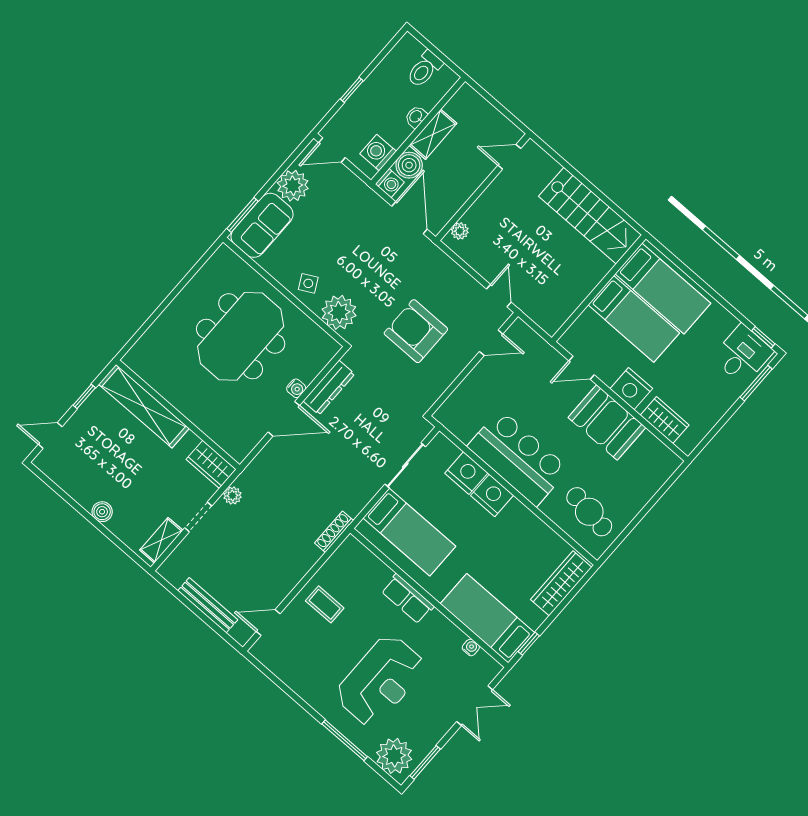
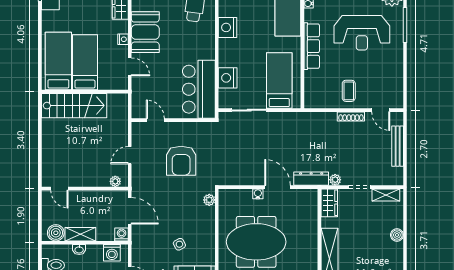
boiler: (409, 165) -> (56, 233), moved
stairs: (590, 216) -> (74, 106), moved, turned 90
door: (410, 218) -> (130, 211), swing flipped
side table: (308, 283) -> (179, 244), moved
door: (499, 296) -> (130, 155), moved
plant: (339, 312) -> (209, 200), width x0.53, depth x0.53
dresser: (329, 387) -> (311, 179), moved
nightstand: (631, 389) -> (123, 39), width x0.53, depth x0.56
bar counter: (518, 458) -> (199, 89), moved
nightstand: (492, 495) -> (228, 27), moved
shoe rack: (334, 532) -> (351, 116), moved
row of seats: (408, 599) -> (312, 46), width x1.48
reception desk: (380, 681) -> (362, 33), turned 180

